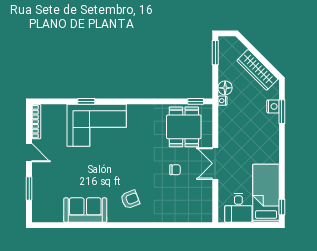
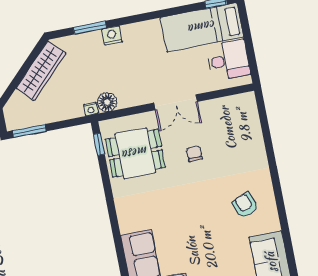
floor lamp: (225, 88) -> (107, 102), moved
nightstand: (273, 106) -> (112, 35), moved

